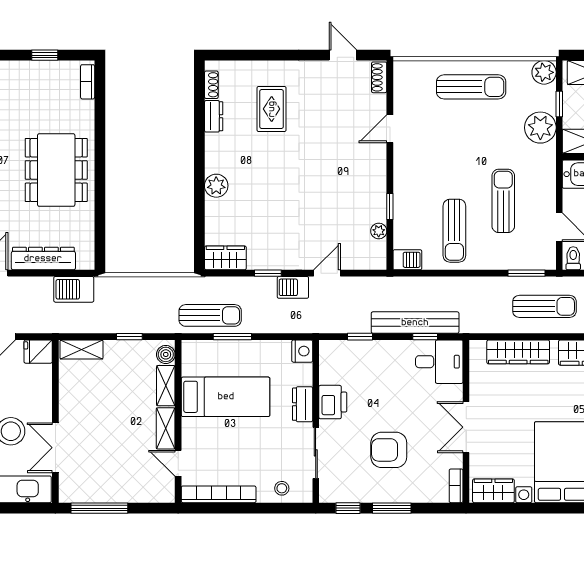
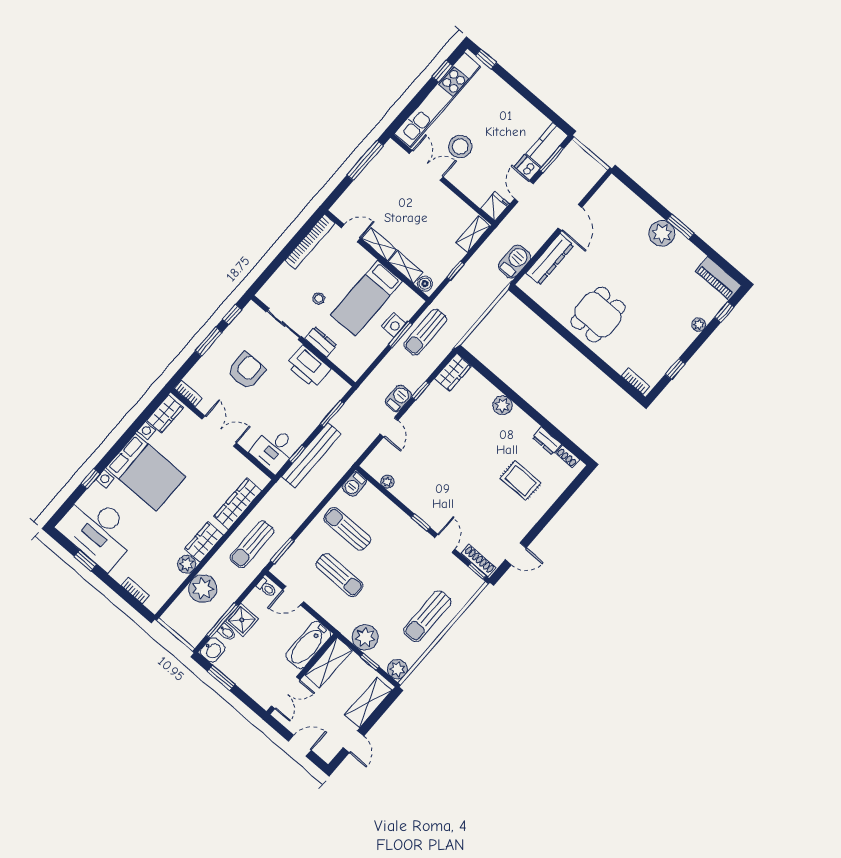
shoe rack: (379, 77) -> (478, 561), width x1.43
window: (390, 77) -> (477, 571), added
dining table: (56, 170) -> (598, 315), width x0.73
window: (390, 206) -> (421, 522), moved
window: (360, 337) -> (332, 414), width x1.50
nightstand: (302, 351) -> (394, 325), moved, turned -90
printer: (333, 402) -> (308, 367), width x1.37, depth x1.19
stool: (282, 488) -> (319, 298), moved

